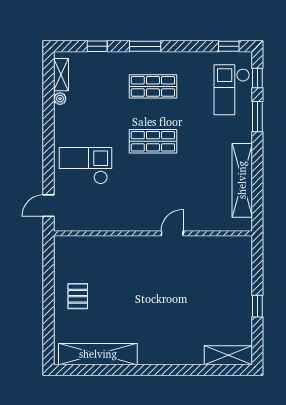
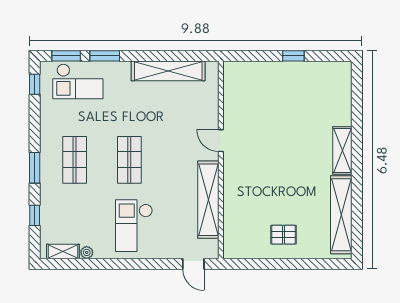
window: (257, 78) -> (66, 56), width x1.50
checkout: (85, 166) -> (134, 226), moved
shelving: (113, 221) -> (208, 200), added
shelving: (228, 355) -> (342, 151), moved

